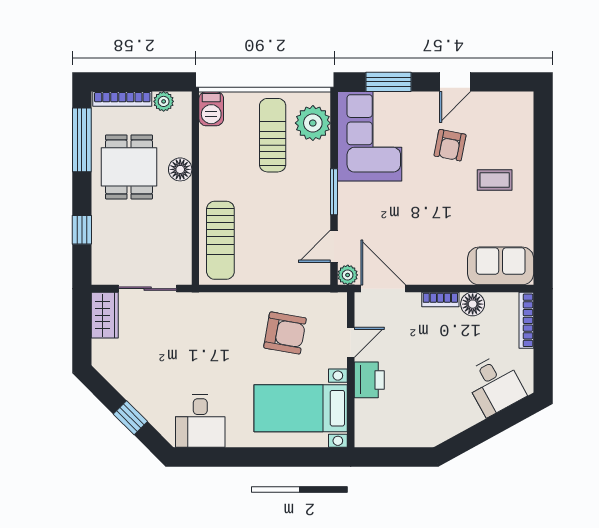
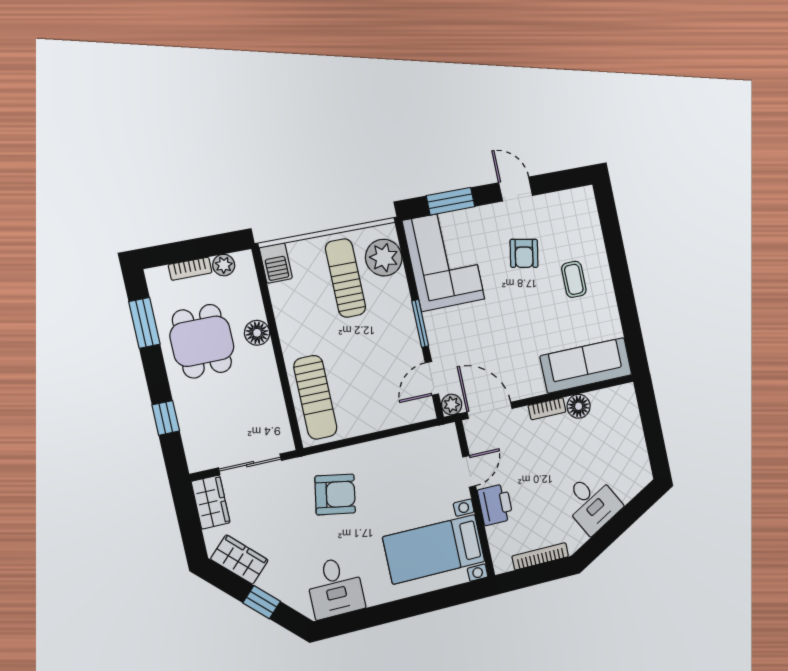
door: (455, 82) -> (516, 189), swing flipped
bookcase: (122, 99) -> (190, 269), width x0.64
window: (82, 140) -> (144, 323), width x0.69
coffee table: (495, 180) -> (574, 279), turned 90
sofa: (501, 266) -> (586, 365), width x1.36
bookcase: (526, 320) -> (540, 556), moved, turned 90
armchair: (285, 333) -> (335, 494), moved
wardrobe: (119, 374) -> (239, 560), added
desk: (495, 385) -> (592, 503), moved

